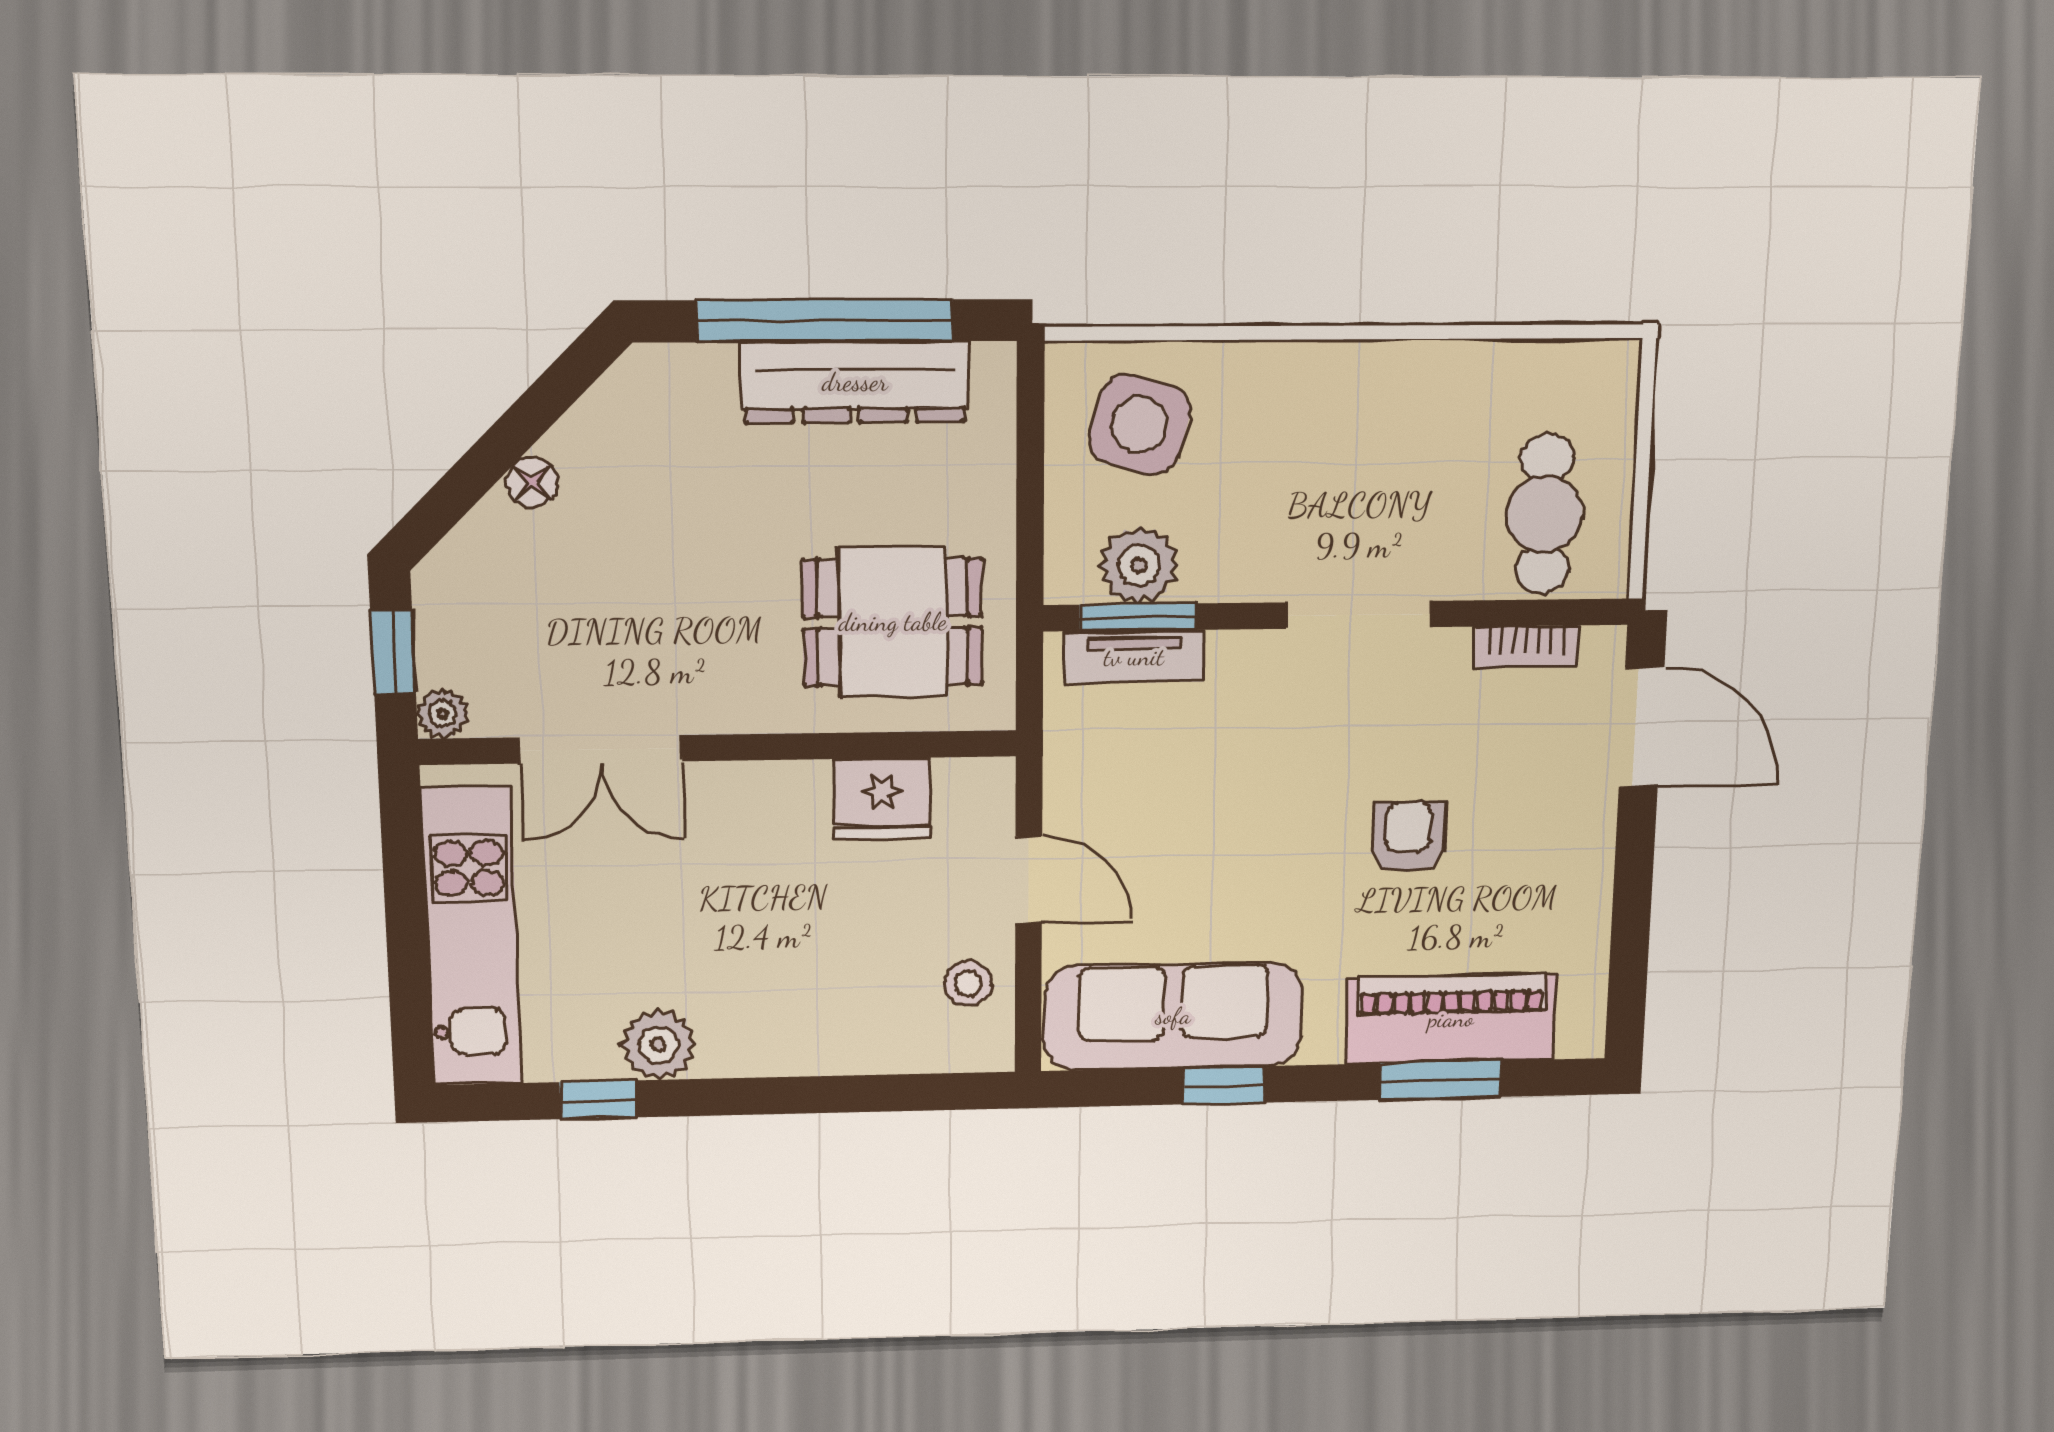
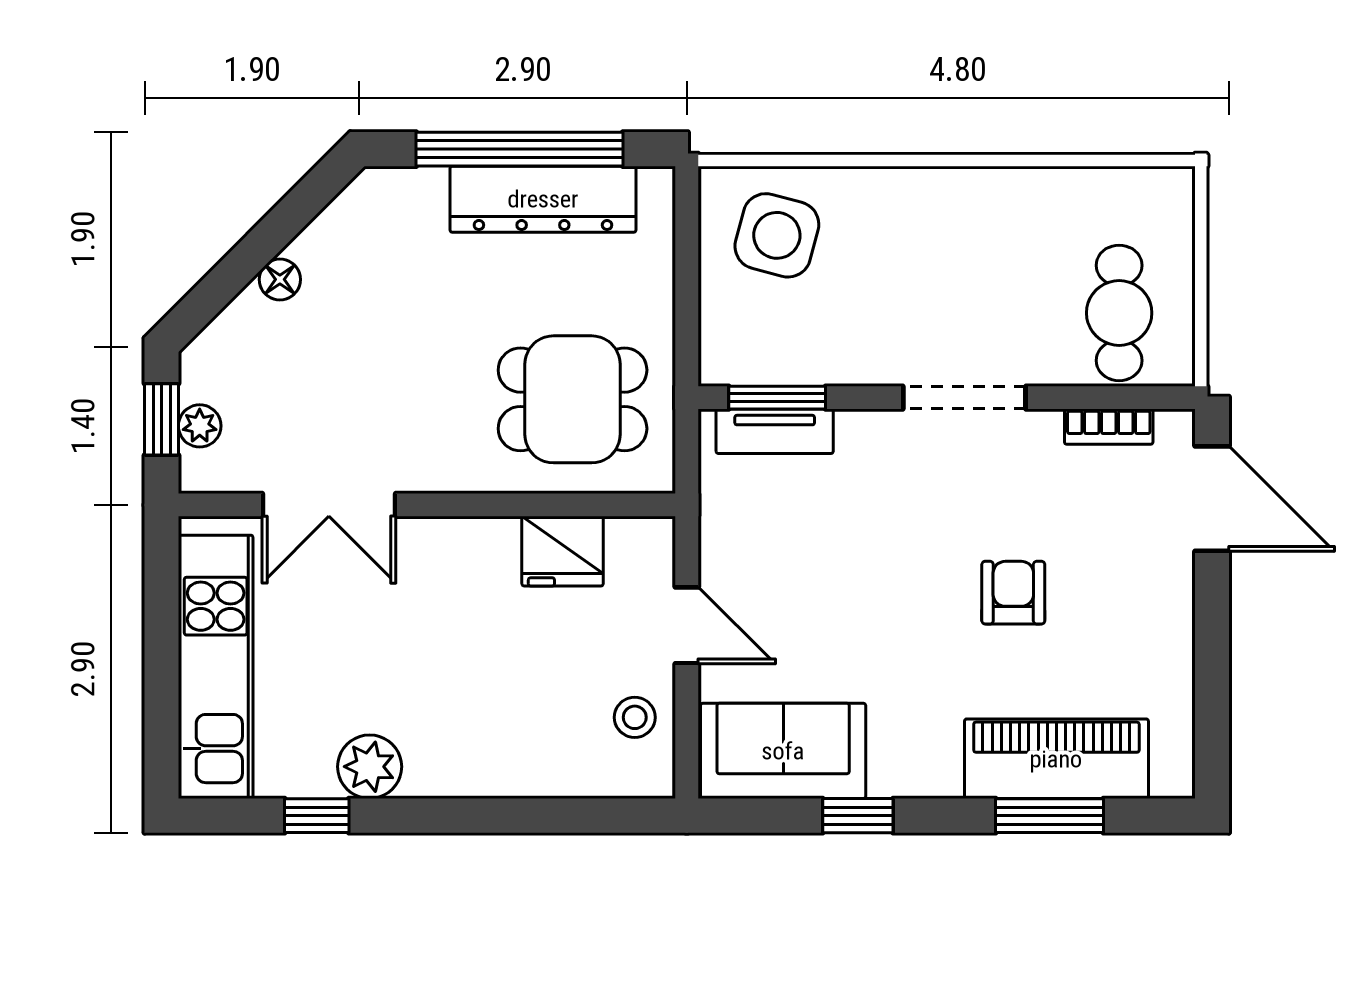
plant: (1139, 565) -> (778, 353), removed
plant: (443, 714) -> (200, 426), moved
sofa: (1173, 1016) -> (783, 751), width x0.73

